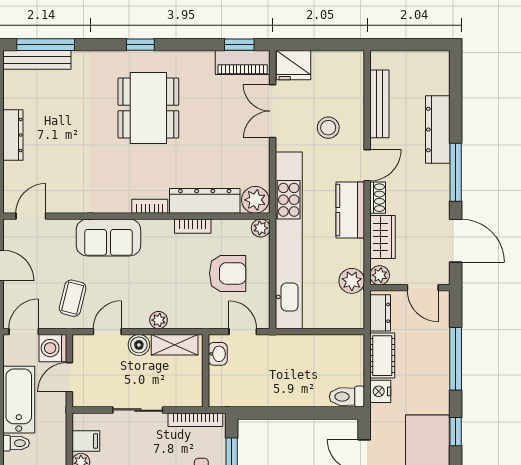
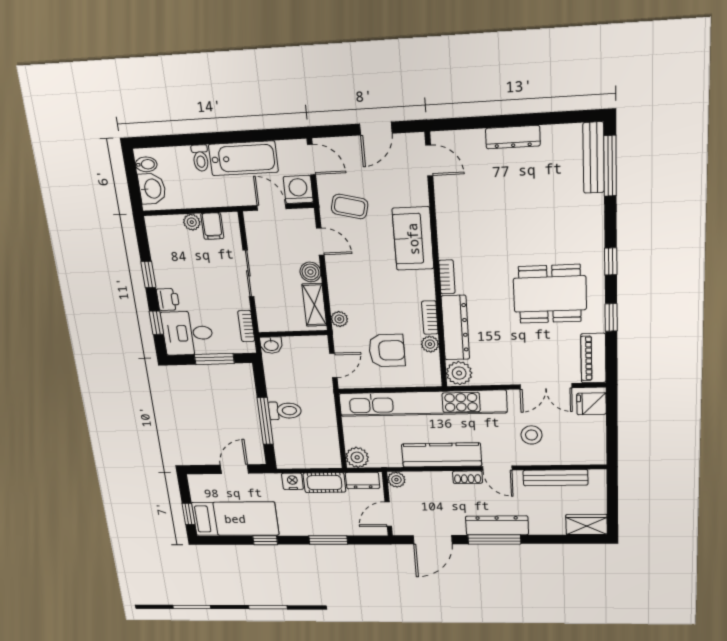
window: (239, 45) -> (611, 317), moved
fridge: (294, 65) -> (591, 404), width x0.72
dining table: (148, 108) -> (550, 294), moved
double door: (273, 111) -> (546, 386), swing flipped
dresser: (438, 130) -> (497, 525), moved
kitchen counter: (350, 210) -> (442, 455), width x1.50
plant: (261, 228) -> (430, 344), moved
wardrobe: (383, 237) -> (587, 525), moved, turned 180
armchair: (228, 273) -> (387, 350), turned -90
plant: (352, 281) -> (357, 457), moved
plant: (159, 320) -> (339, 319), moved
washbasin: (218, 354) -> (271, 345), moved
window: (456, 359) -> (328, 540), width x0.69
toilet: (347, 397) -> (285, 411), moved, turned 90
window: (306, 413) -> (265, 421), added
bookcase: (195, 420) -> (246, 326), width x0.64

